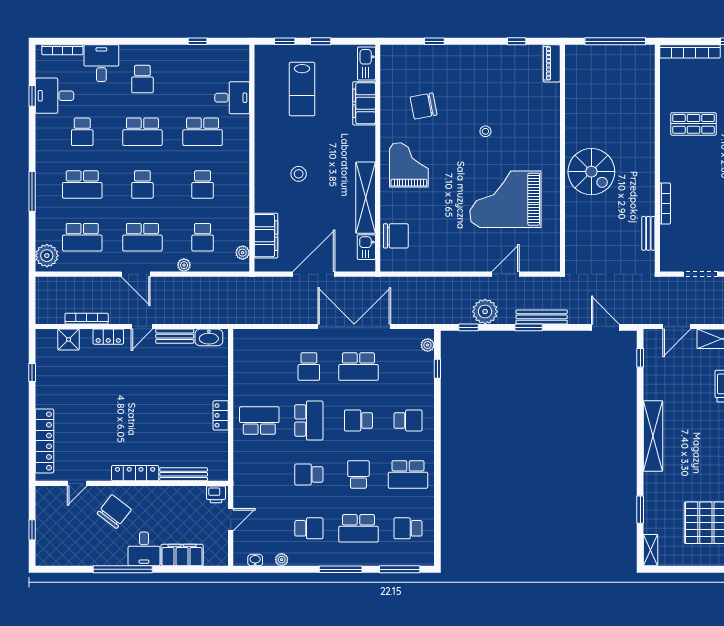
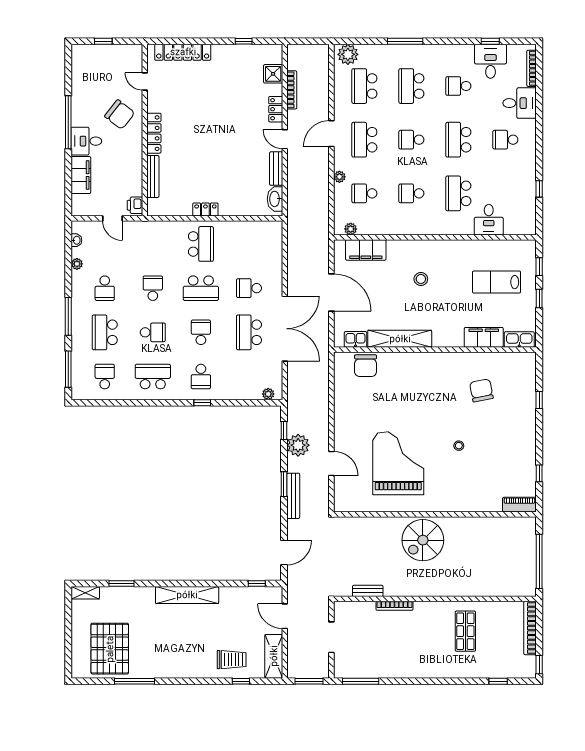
grand piano: (409, 165) -> (429, 377), removed
window: (437, 369) -> (202, 403), moved
school desk: (408, 474) -> (153, 377), turned 90

